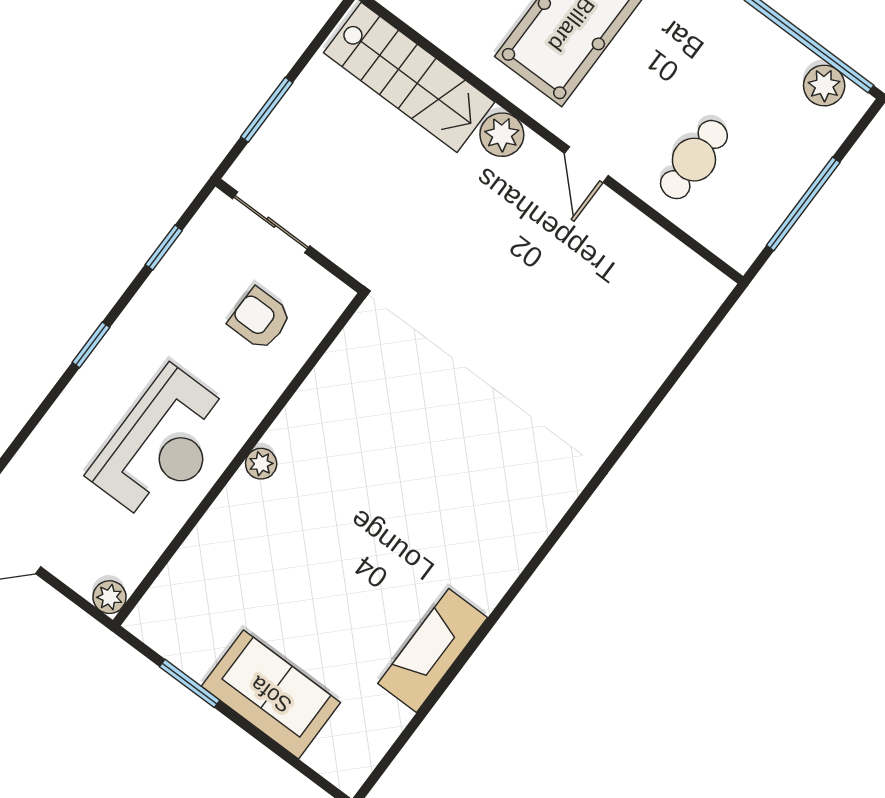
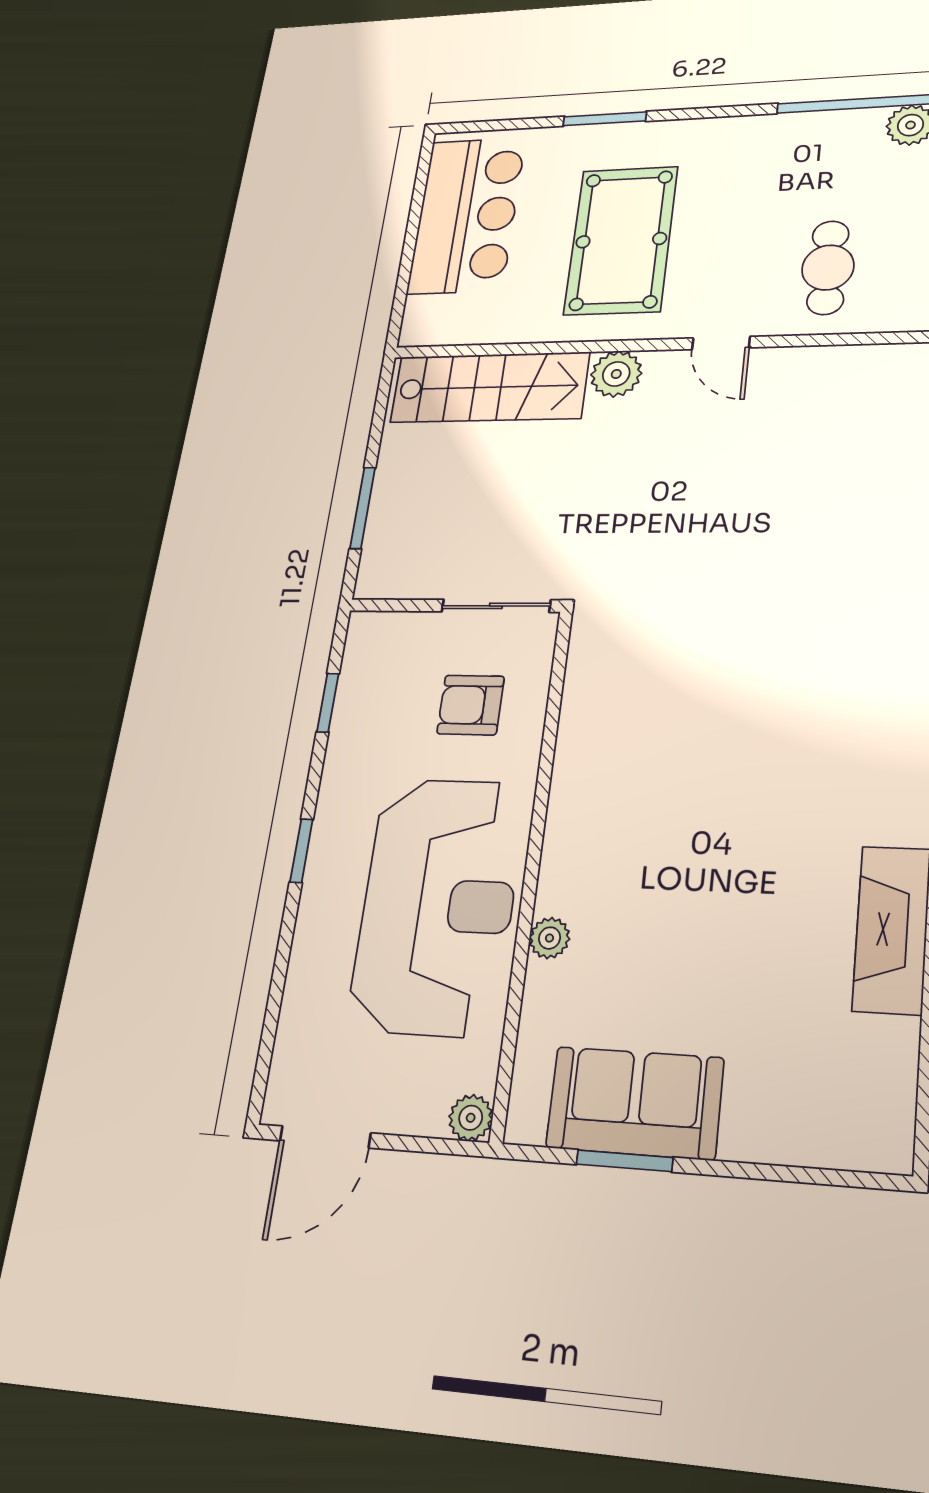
sliding door: (271, 222) -> (496, 606), moved
reception desk: (162, 445) -> (438, 905), width x1.36, depth x1.30
plant: (261, 464) -> (550, 938), moved
sofa: (271, 694) -> (635, 1103), moved

